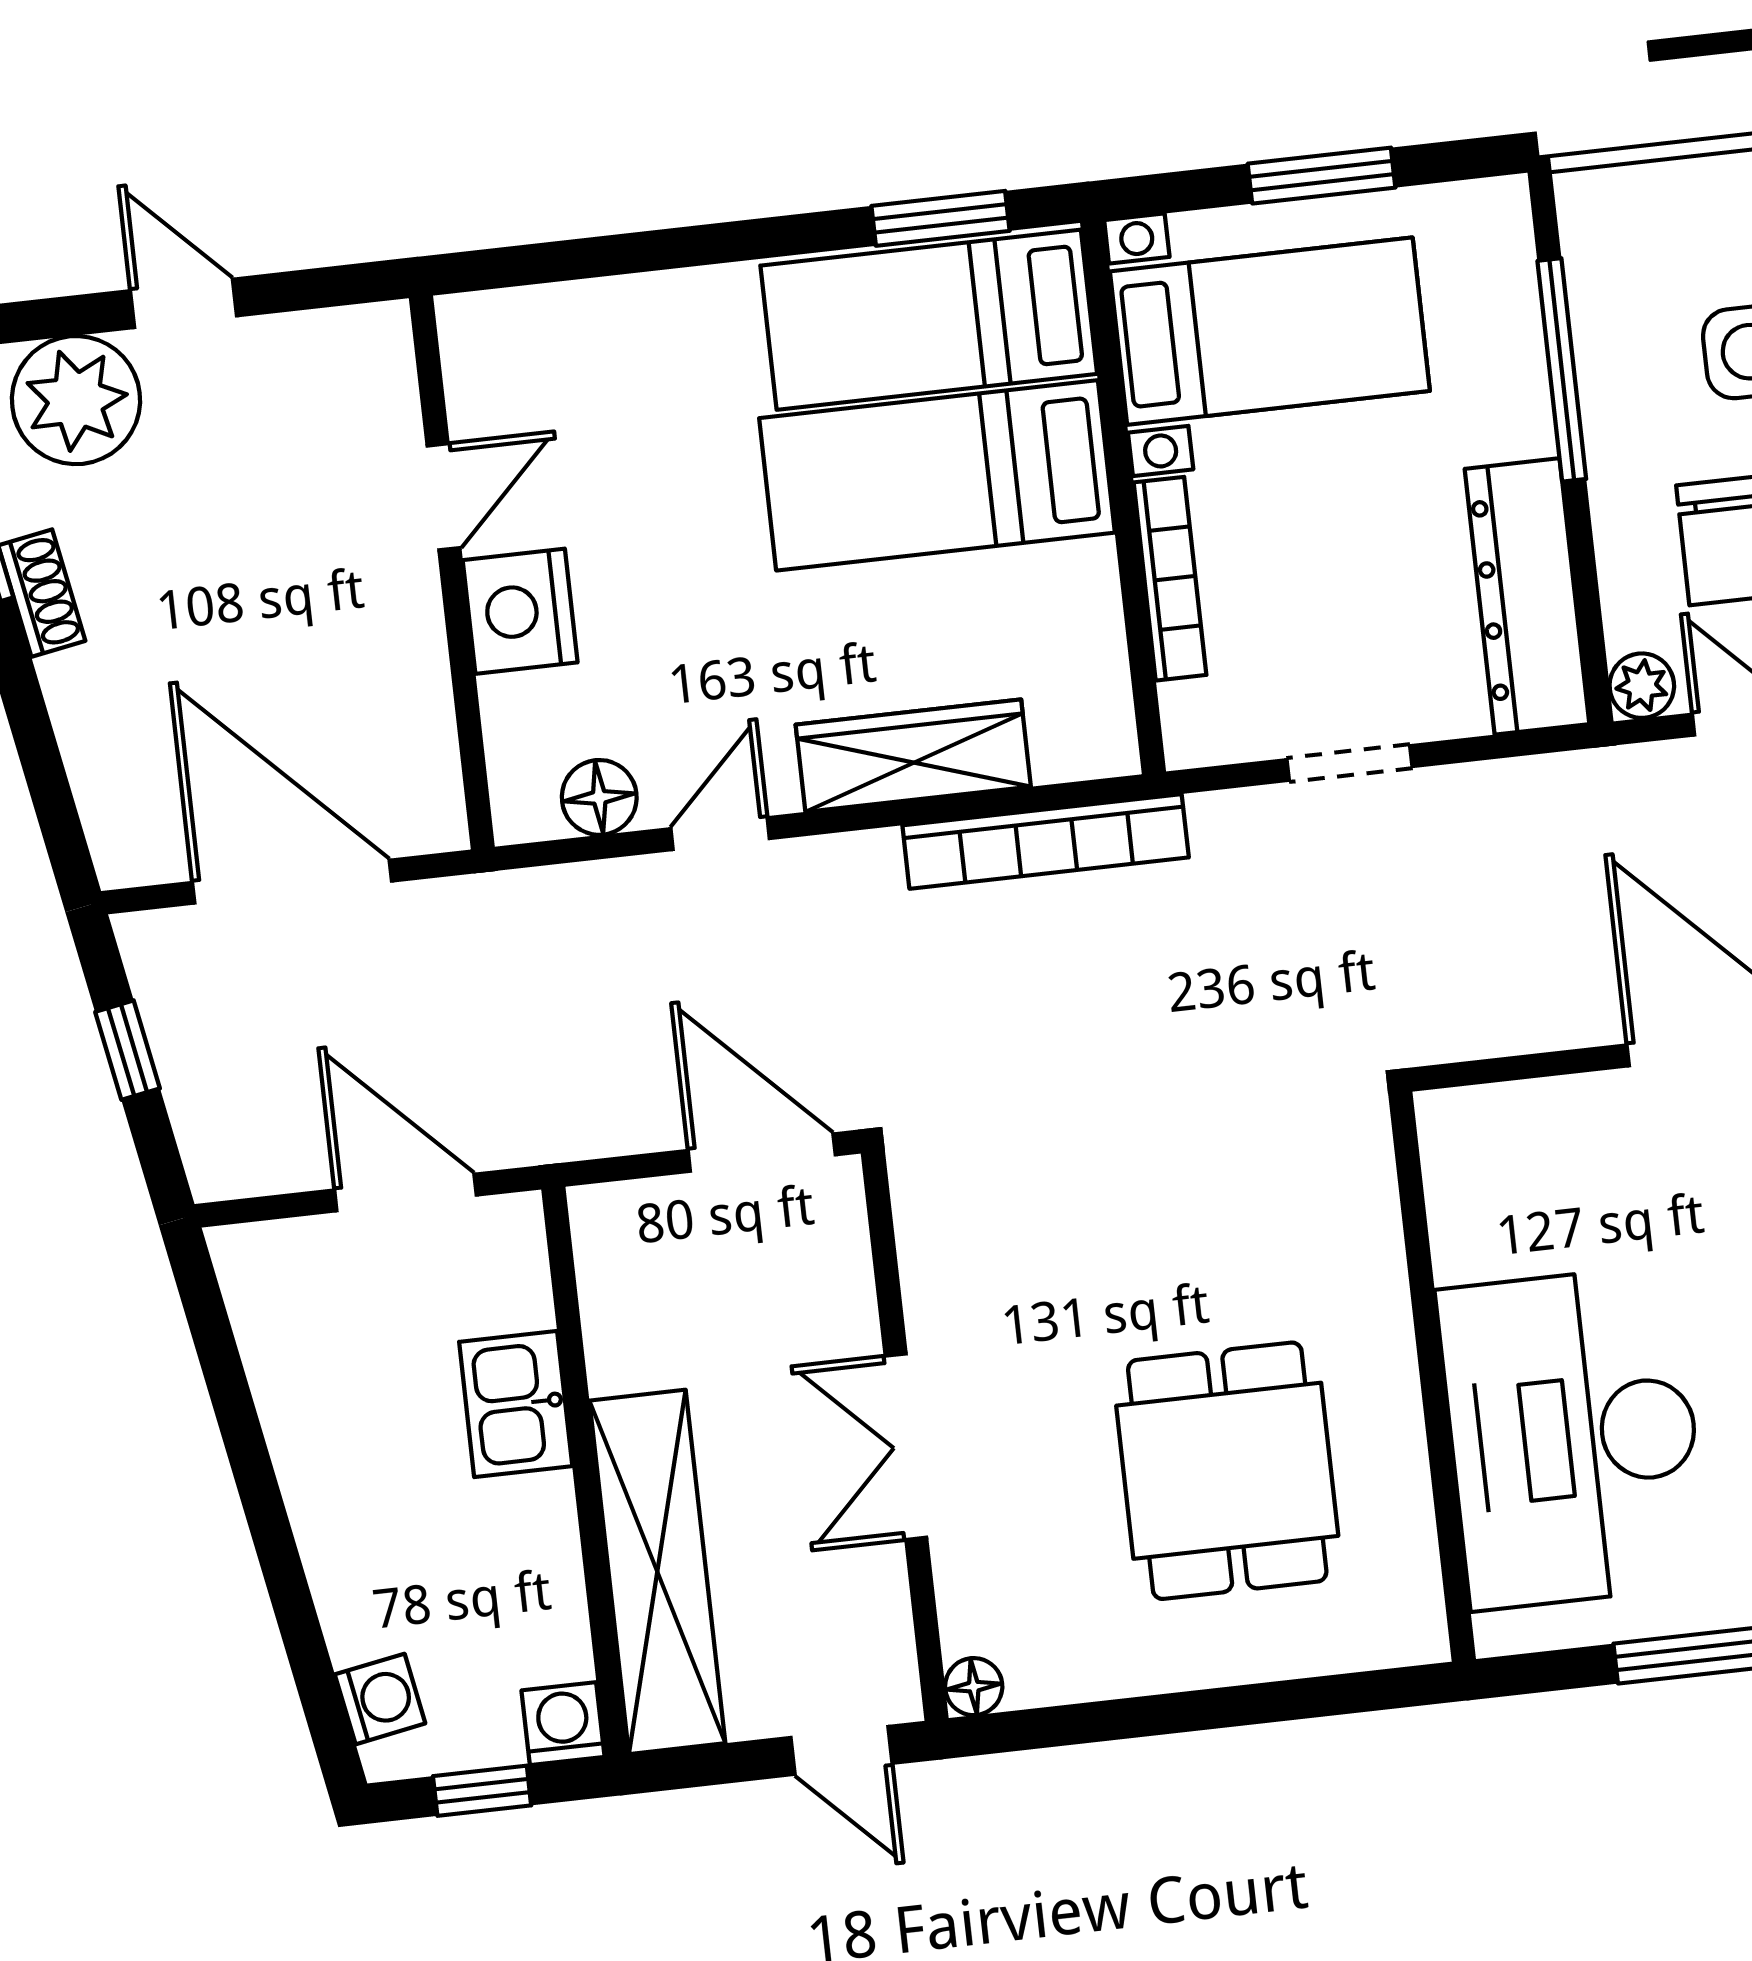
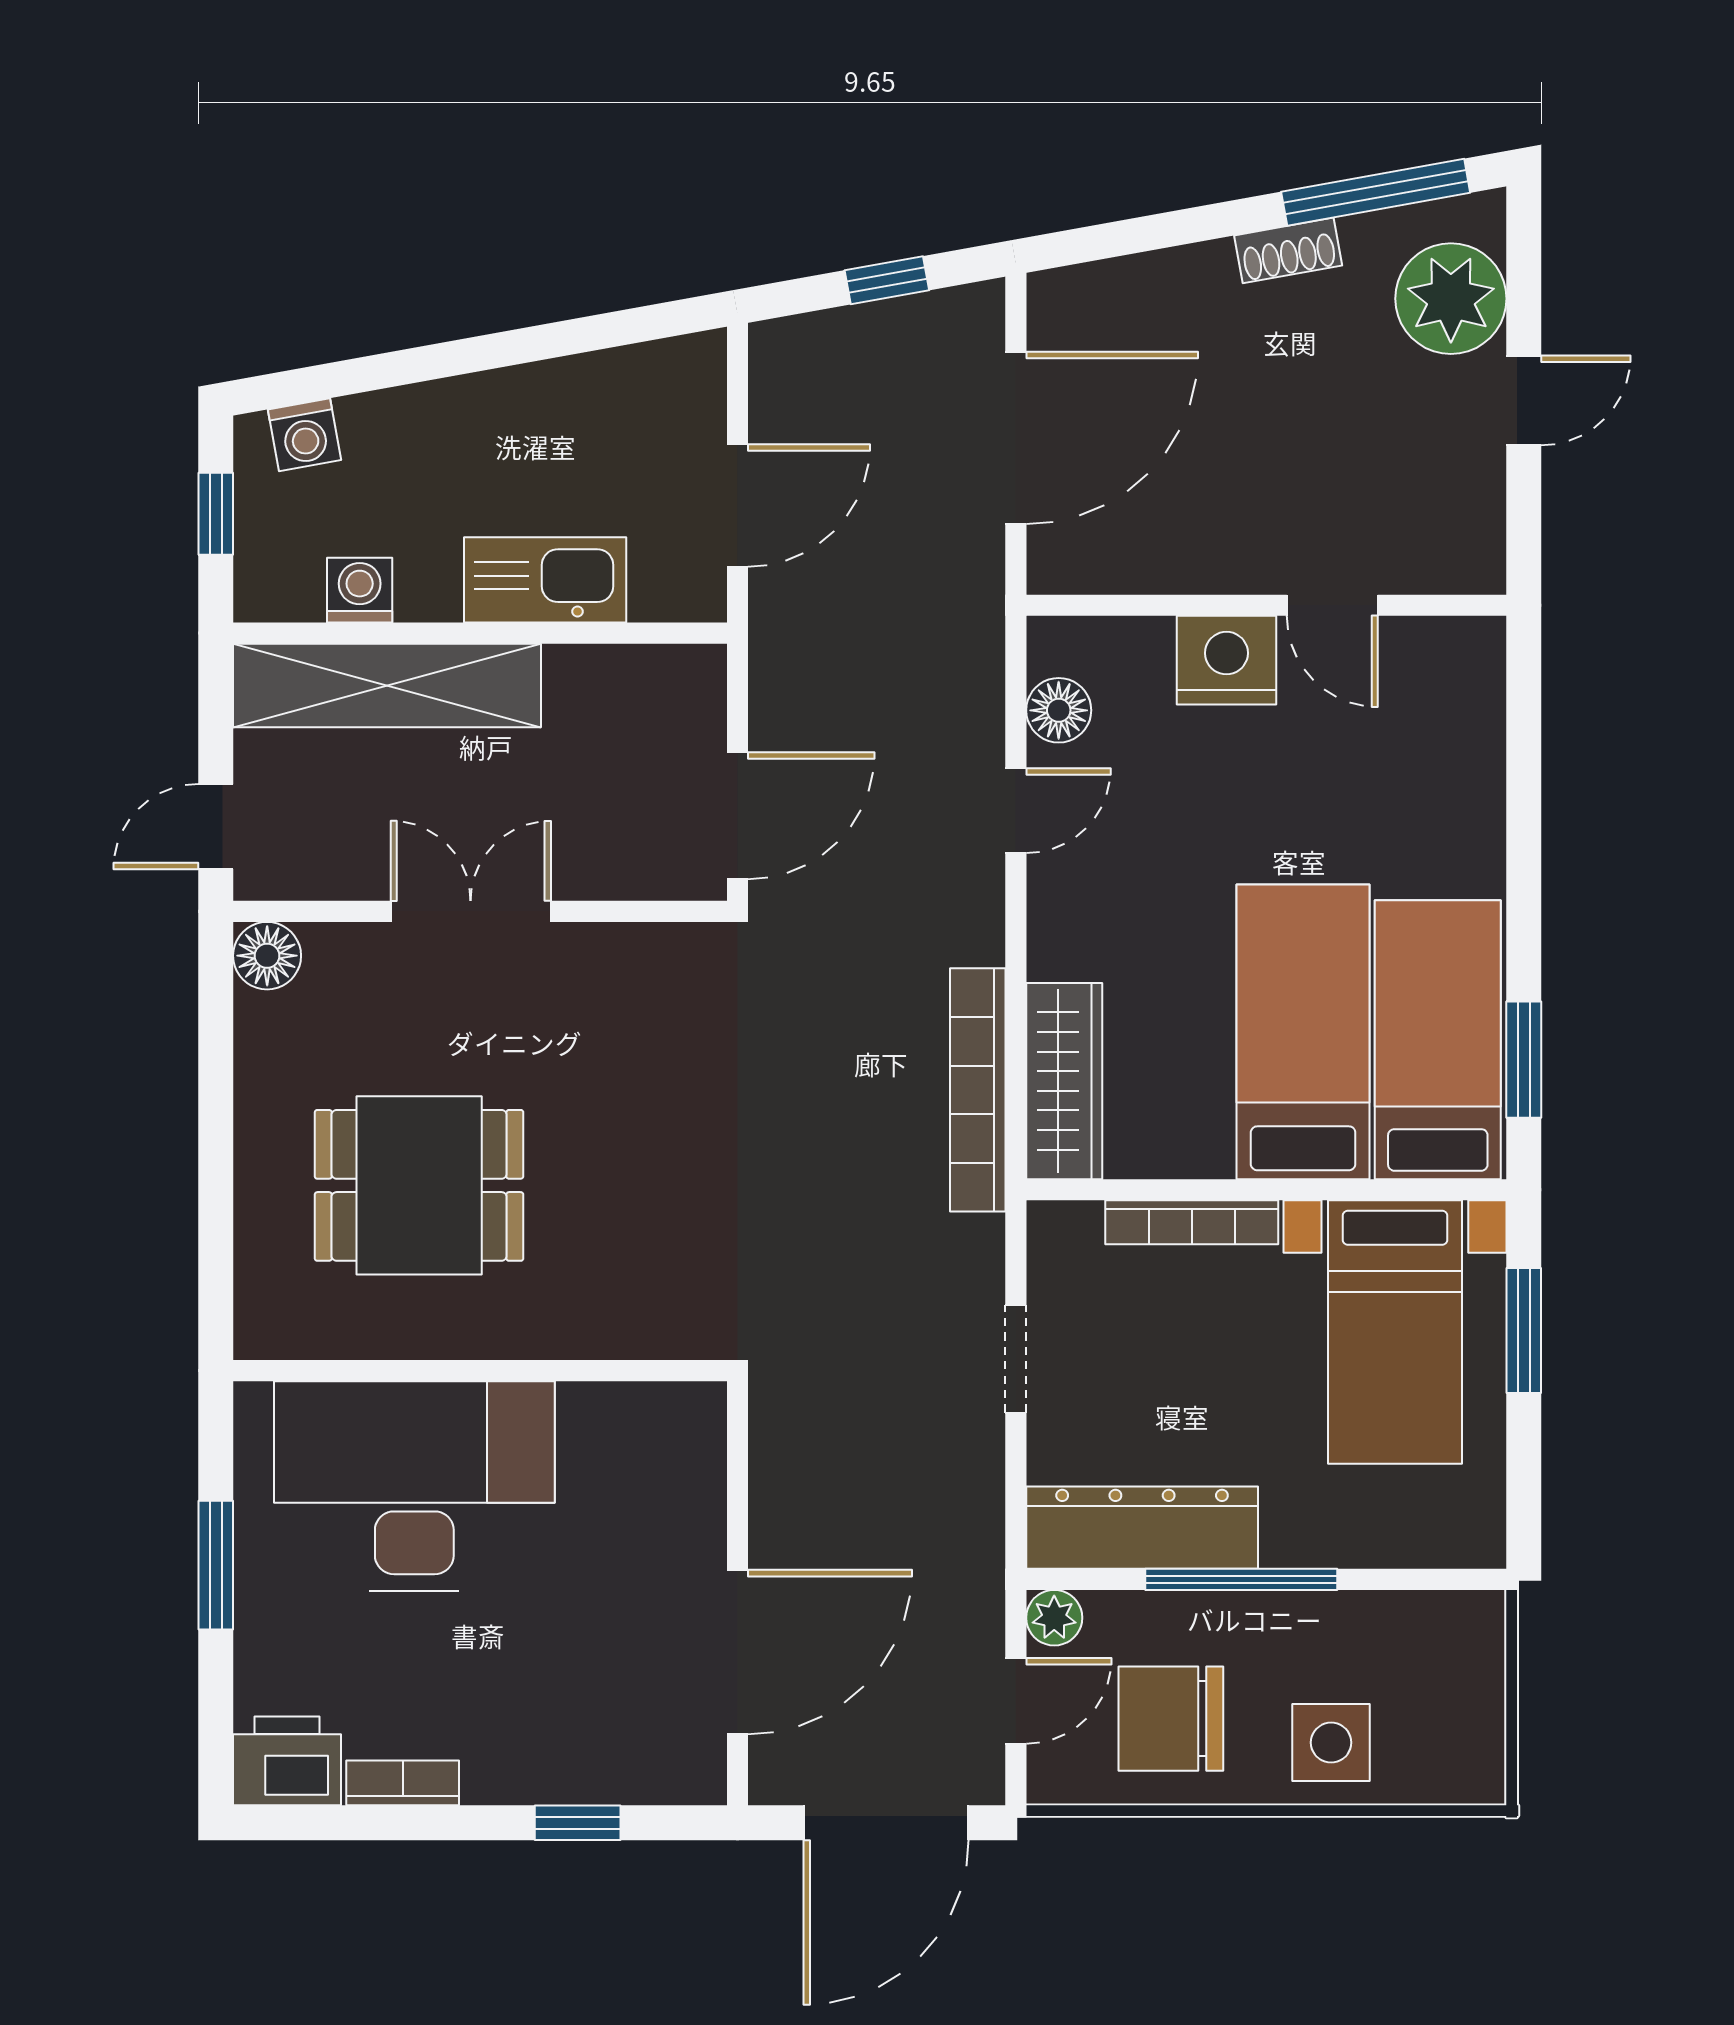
window: (1322, 176) -> (1524, 1331), moved
window: (1562, 370) -> (1241, 1579), moved
wardrobe: (913, 756) -> (1064, 1081), moved
door: (720, 834) -> (1016, 811), hinge flipped
kitchen sink: (516, 1404) -> (545, 580), width x1.38
floor lamp: (974, 1687) -> (267, 956), width x1.37, depth x1.37
washing machine: (563, 1724) -> (360, 590), moved, turned -90

